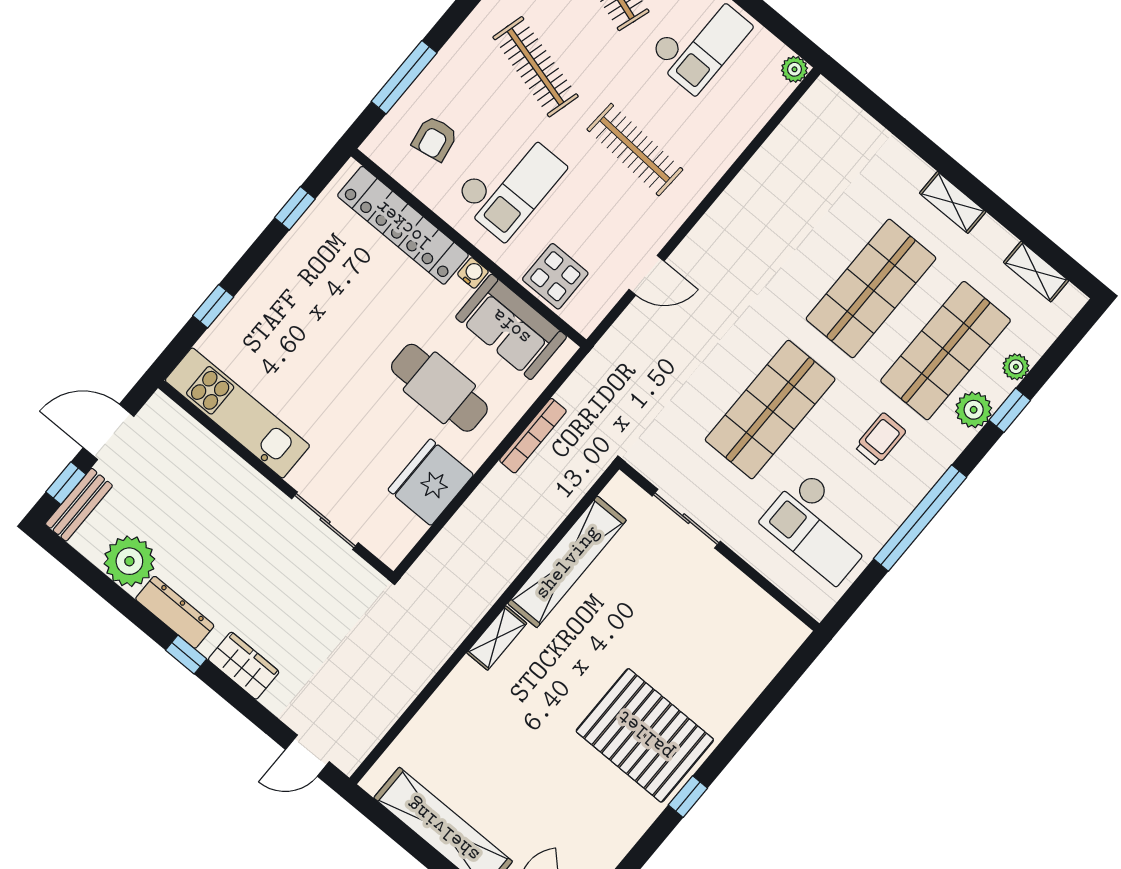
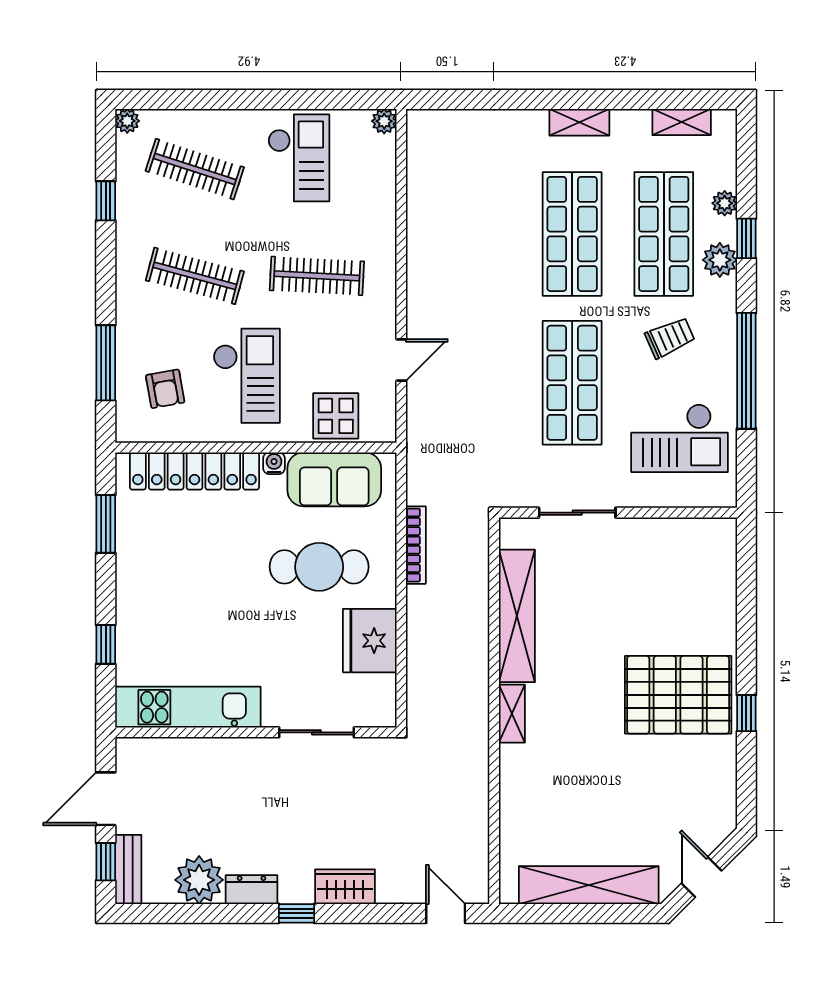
window: (295, 208) -> (106, 524), width x1.50
trolley: (880, 439) -> (670, 338), turned 66
dresser: (175, 612) -> (251, 890), width x0.70
door: (307, 756) -> (446, 913), swing flipped

